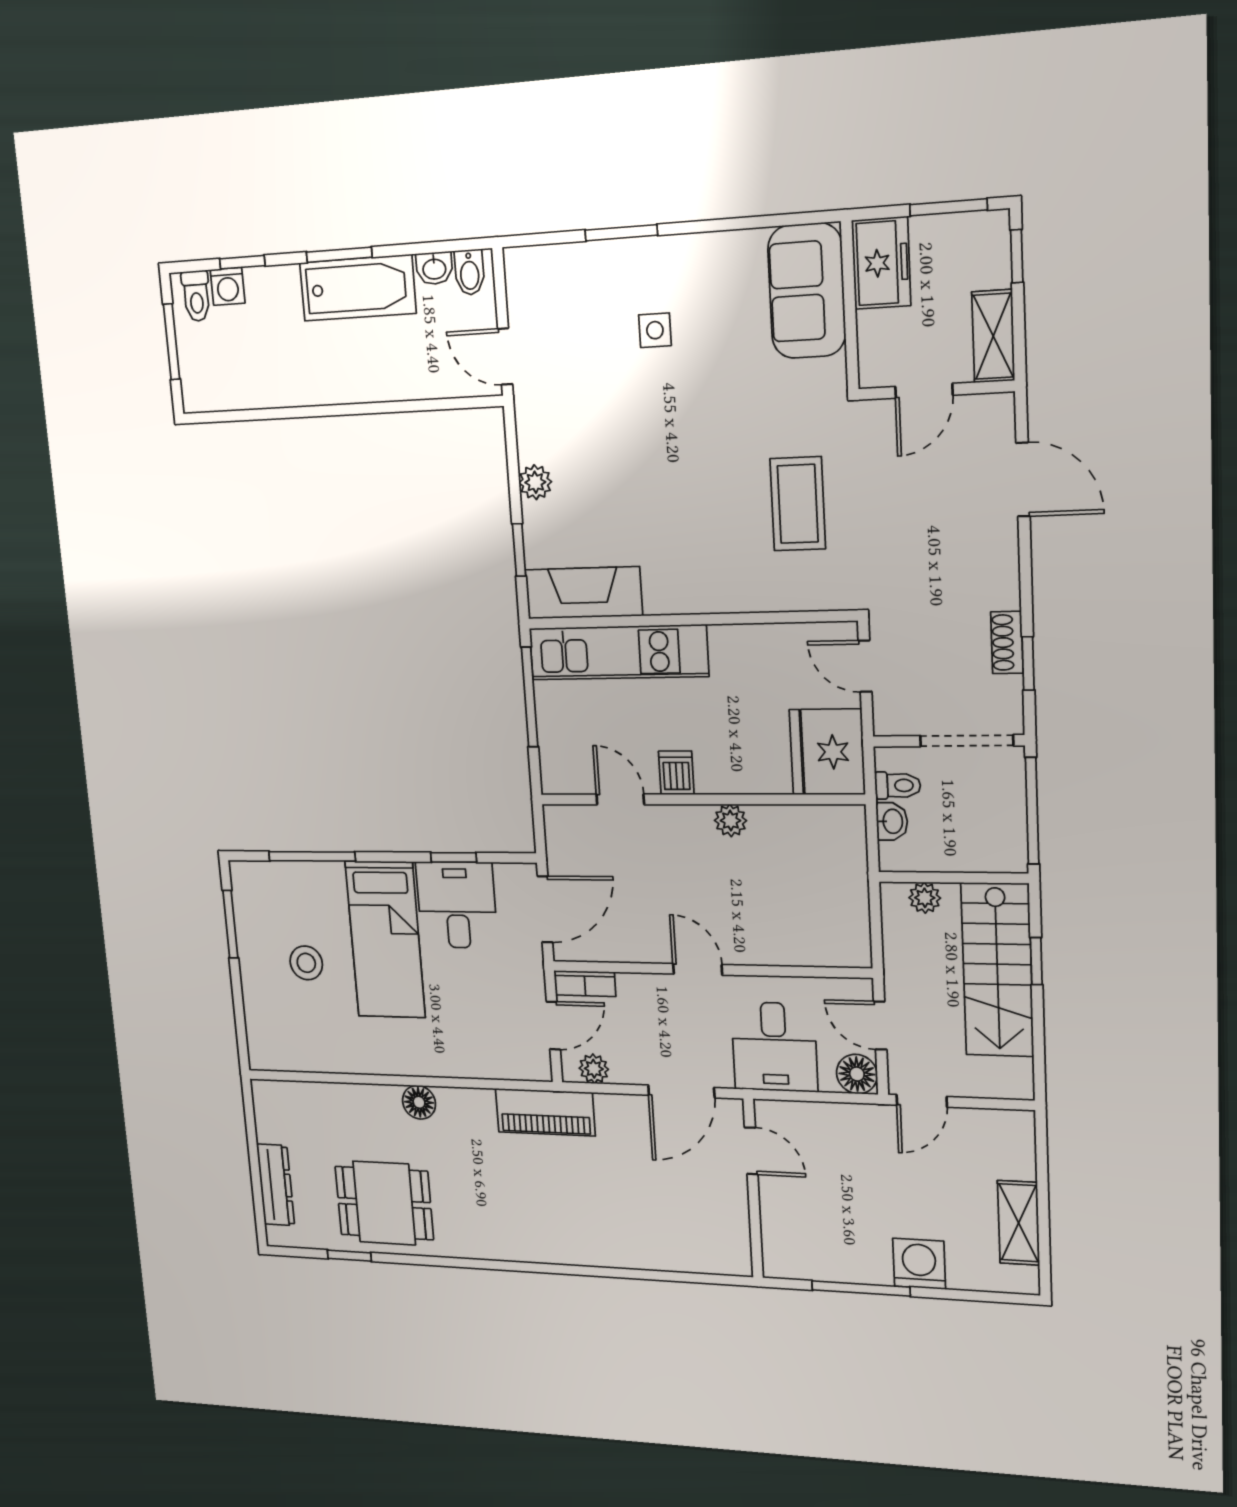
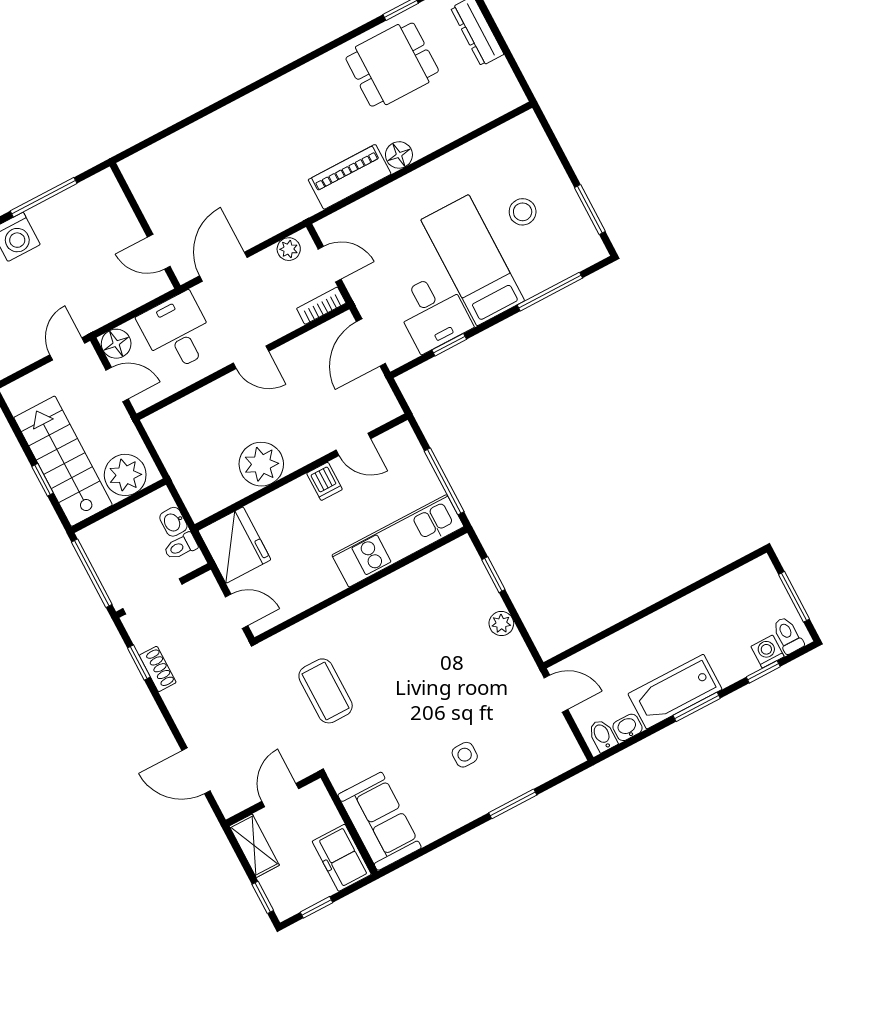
window: (948, 207) -> (317, 907), width x0.67
fireplace: (584, 593) -> (438, 568), removed
plant: (730, 821) -> (261, 464), width x1.87, depth x1.87
plant: (925, 898) -> (125, 475), width x1.88, depth x1.88
door: (553, 1026) -> (330, 264), swing flipped
piano: (545, 1112) -> (350, 177), moved

